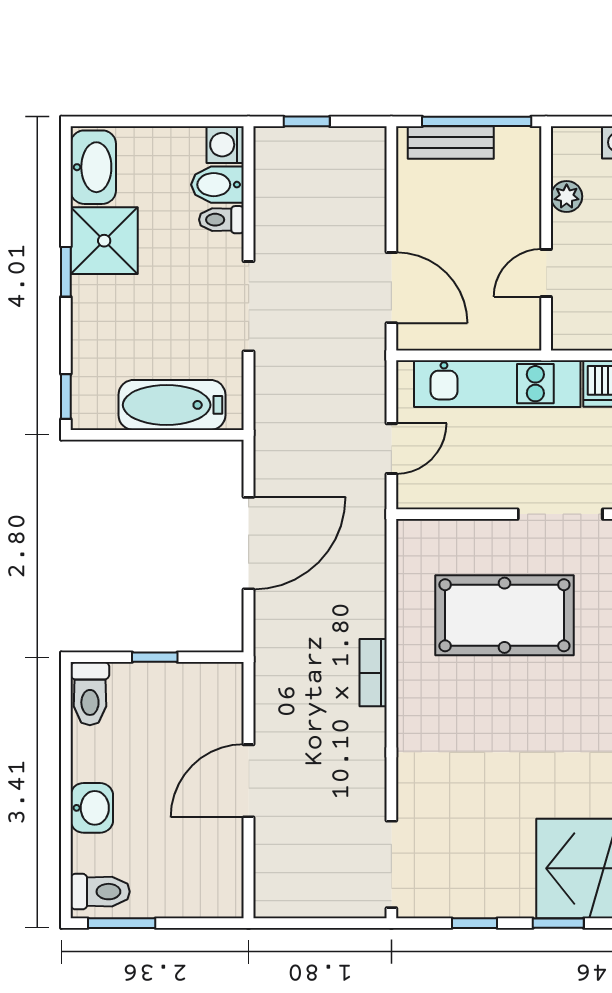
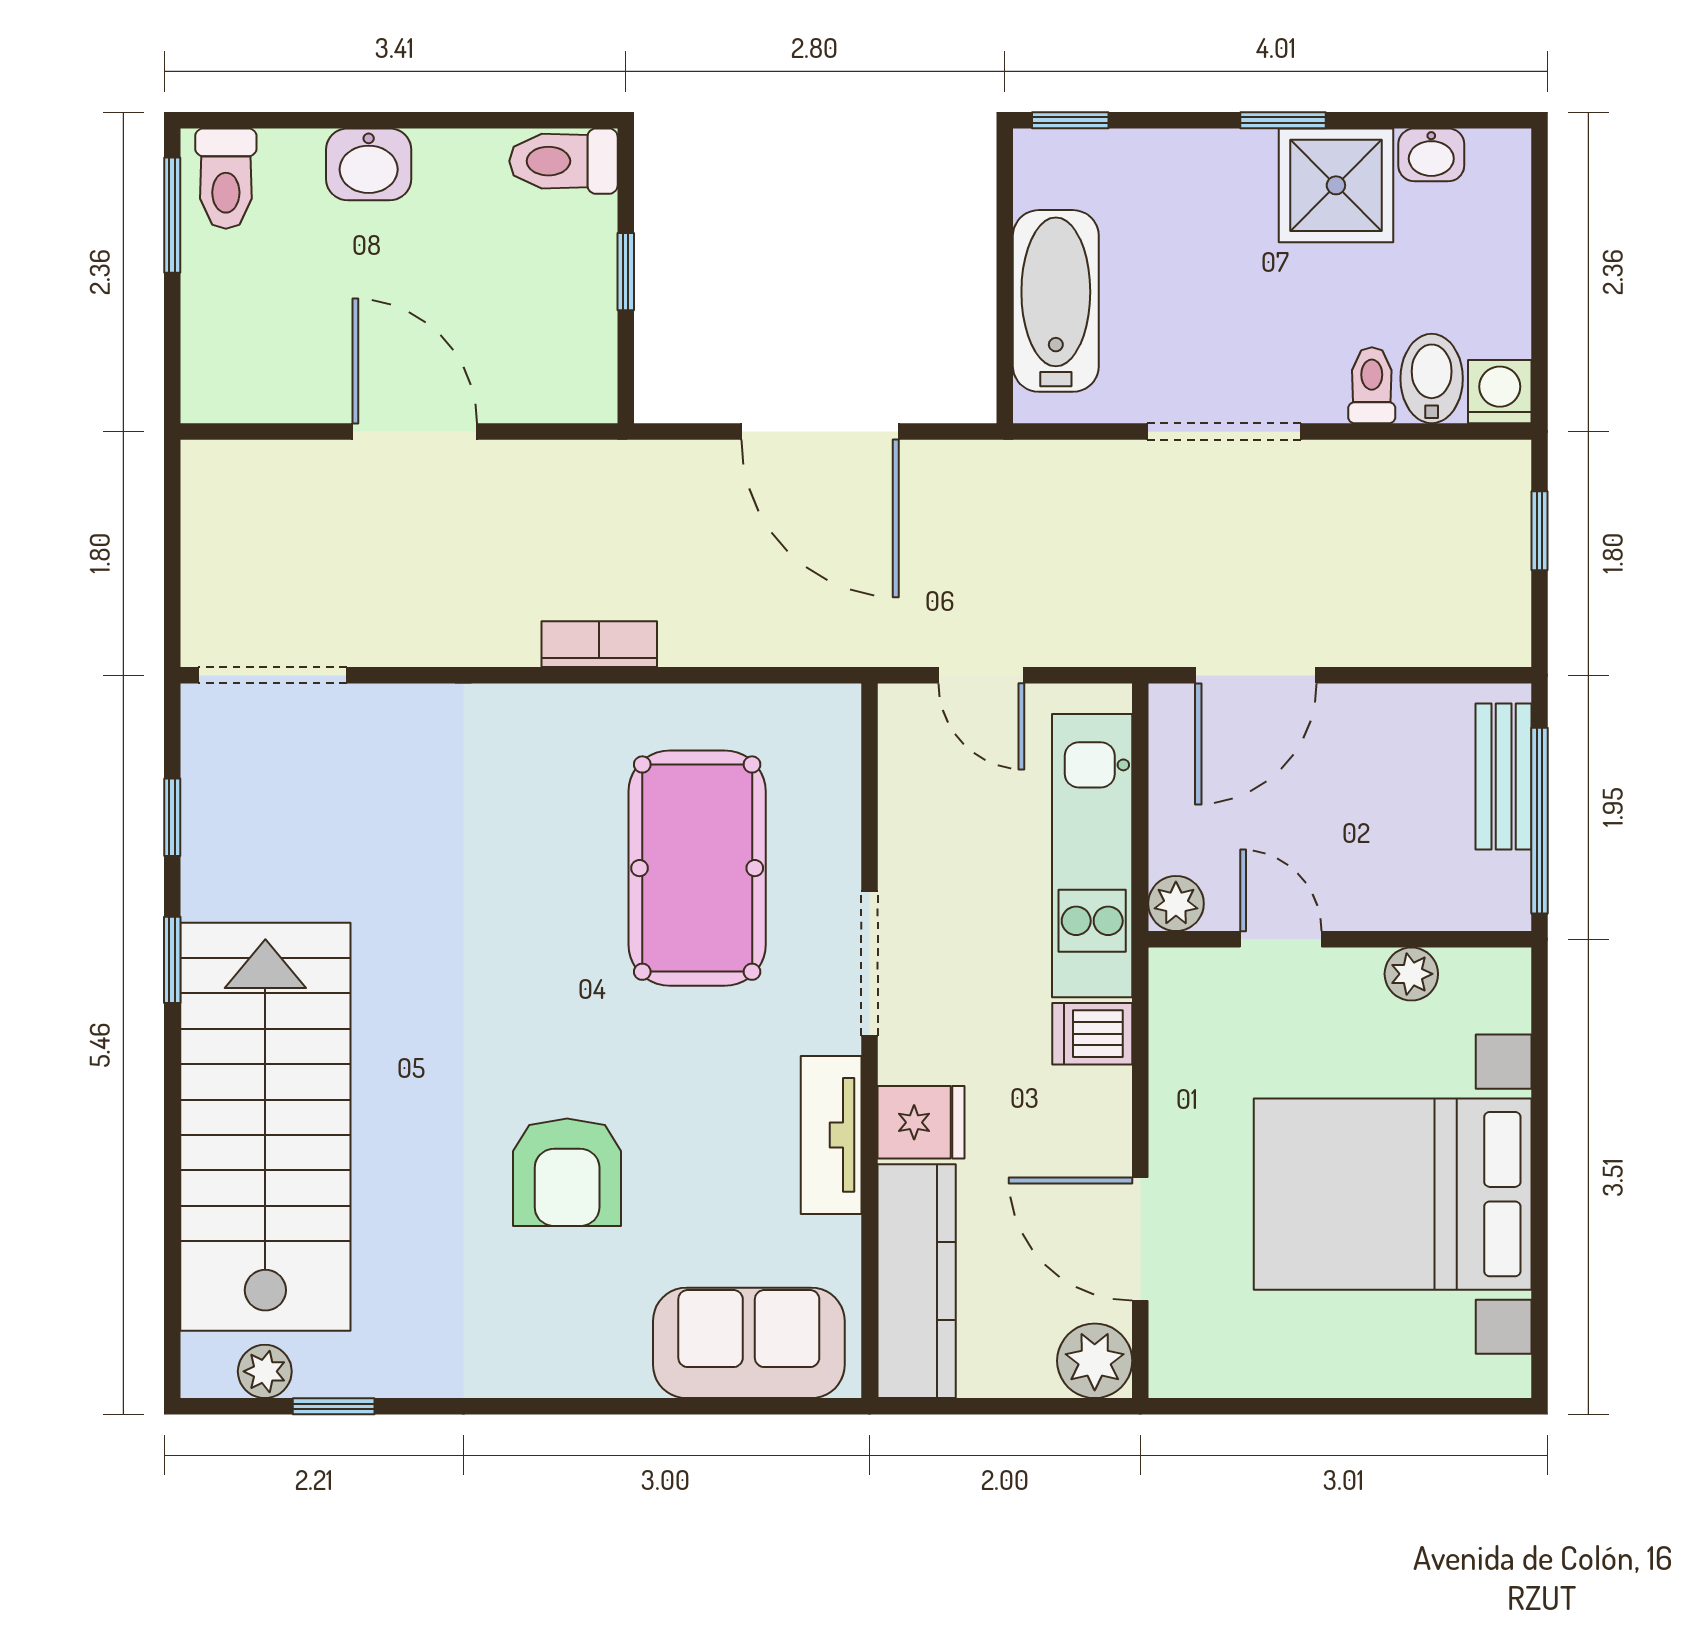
washbasin: (93, 167) -> (1431, 155), width x0.52, depth x0.69
plant: (525, 334) -> (1176, 904), added

